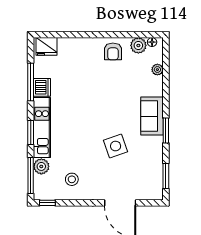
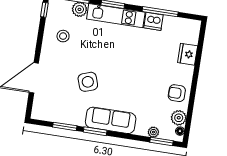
fridge: (47, 46) -> (188, 54), moved
window: (166, 60) -> (162, 141), added
sofa: (152, 116) -> (111, 120), width x1.36
window: (166, 176) -> (65, 126), moved

